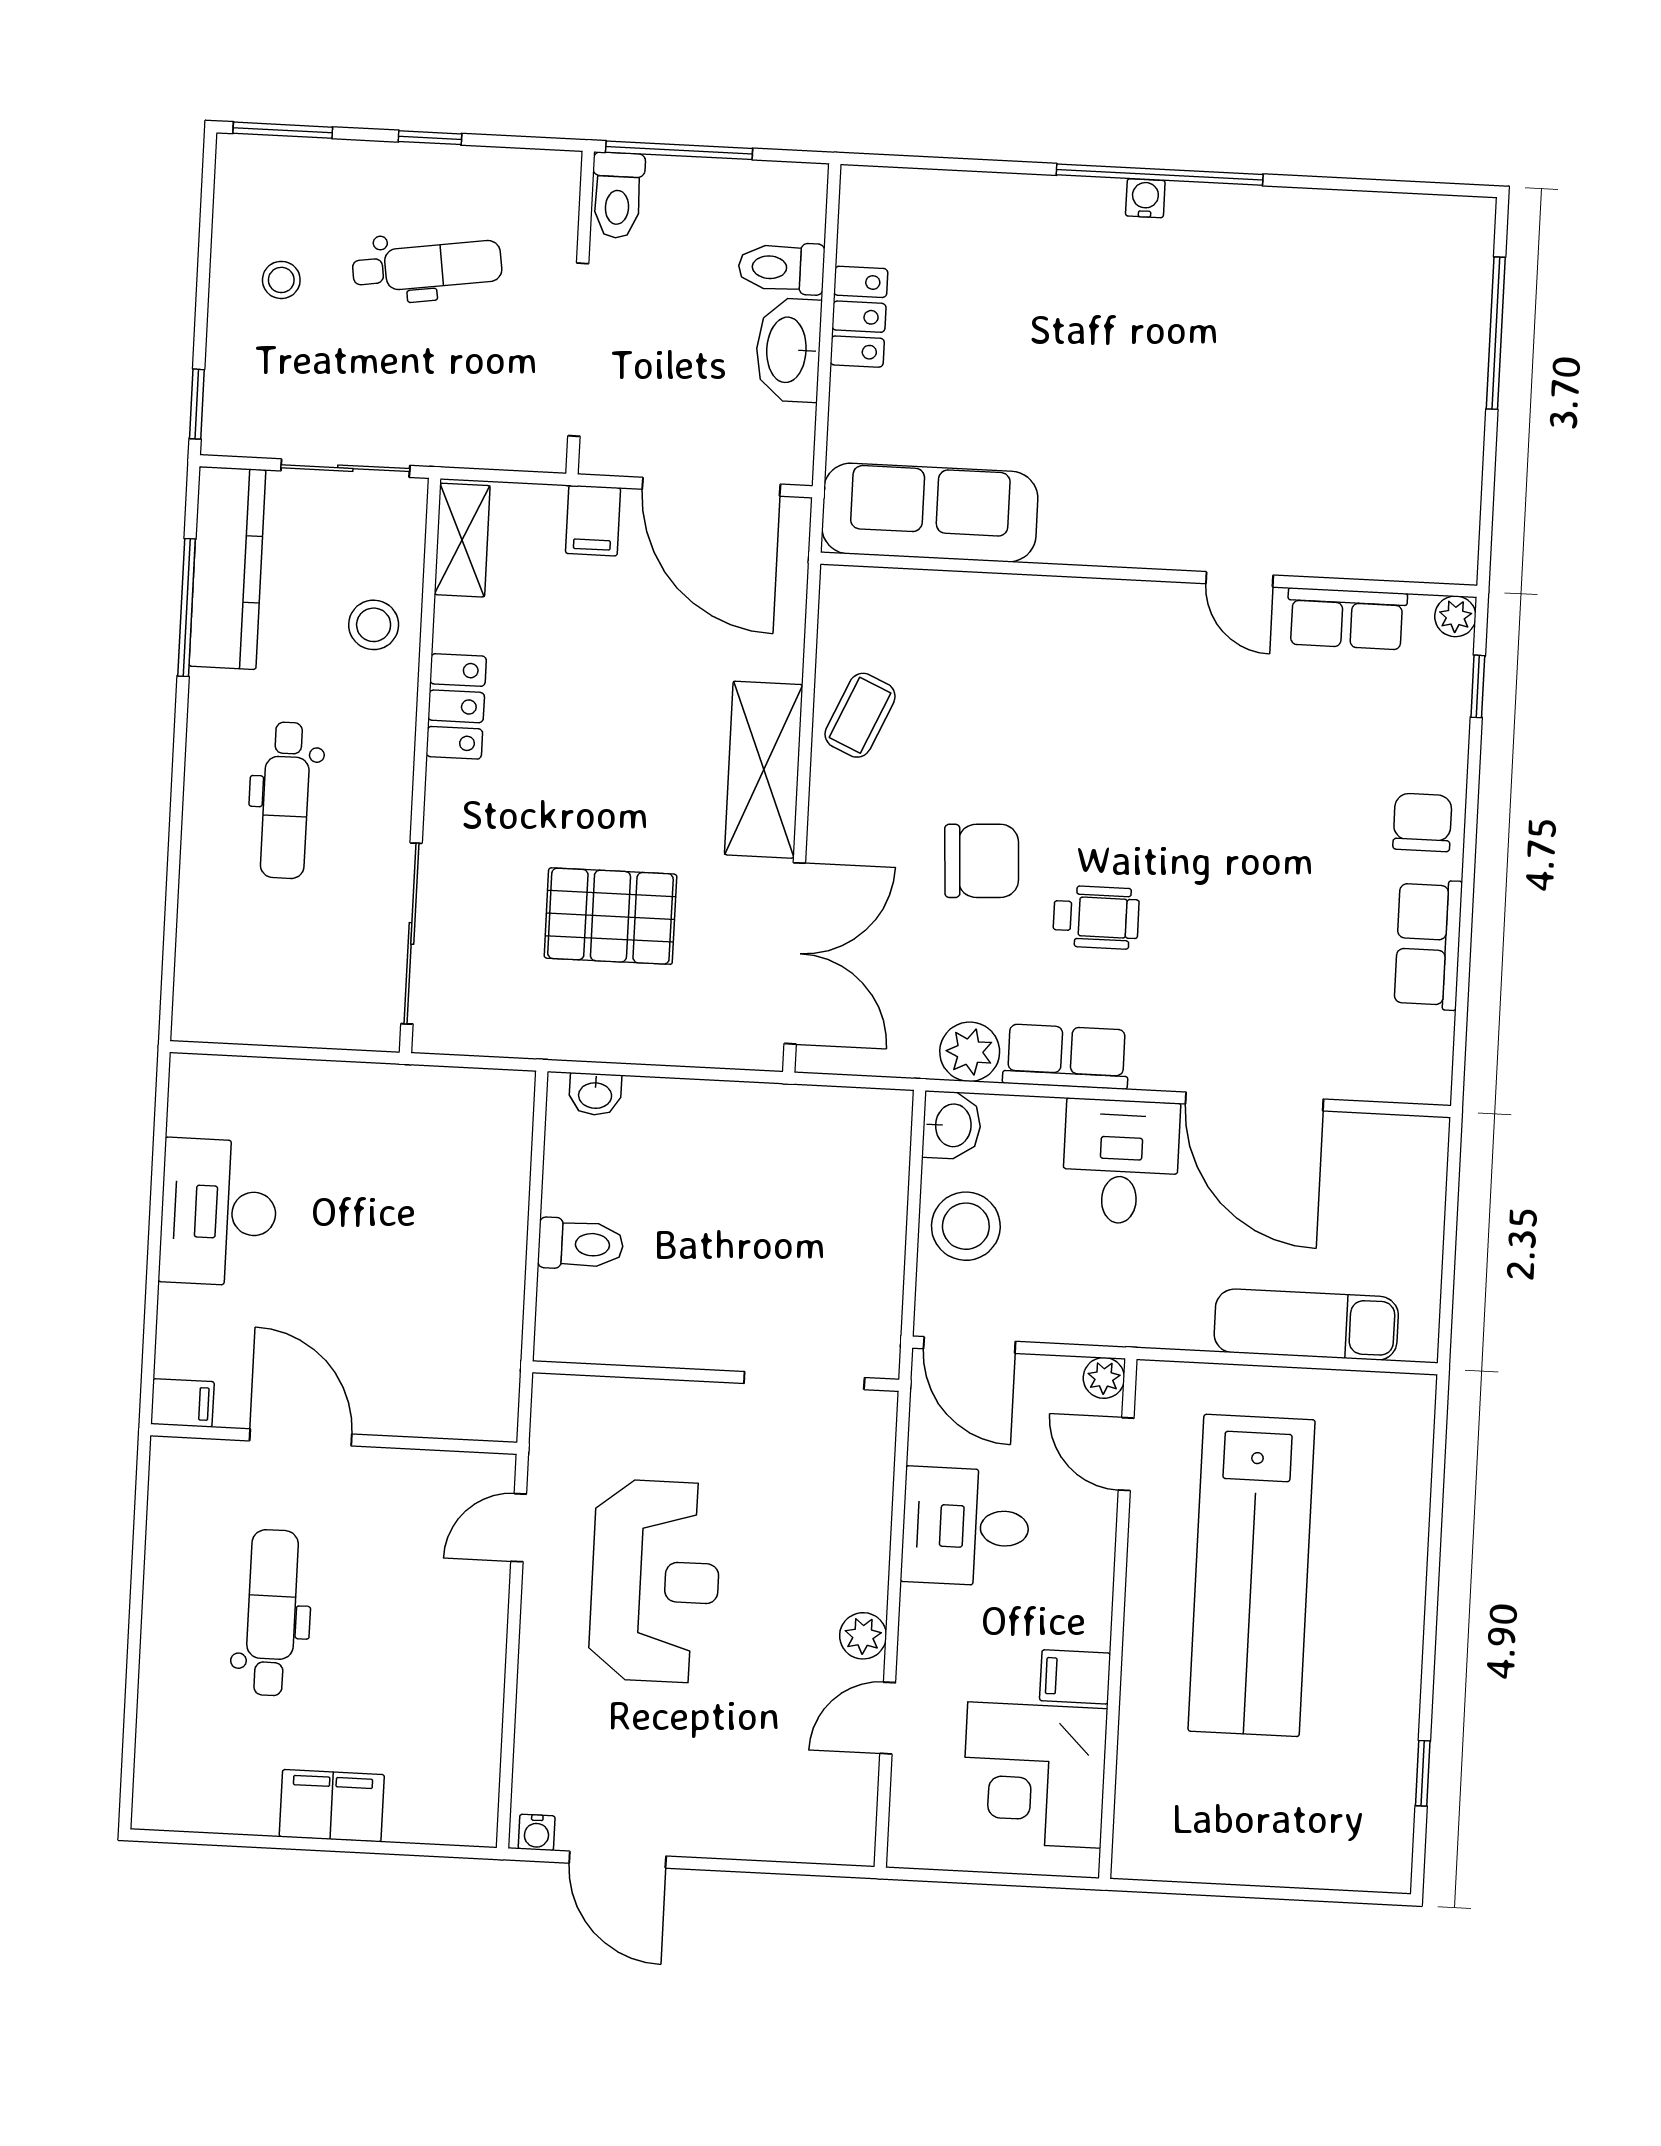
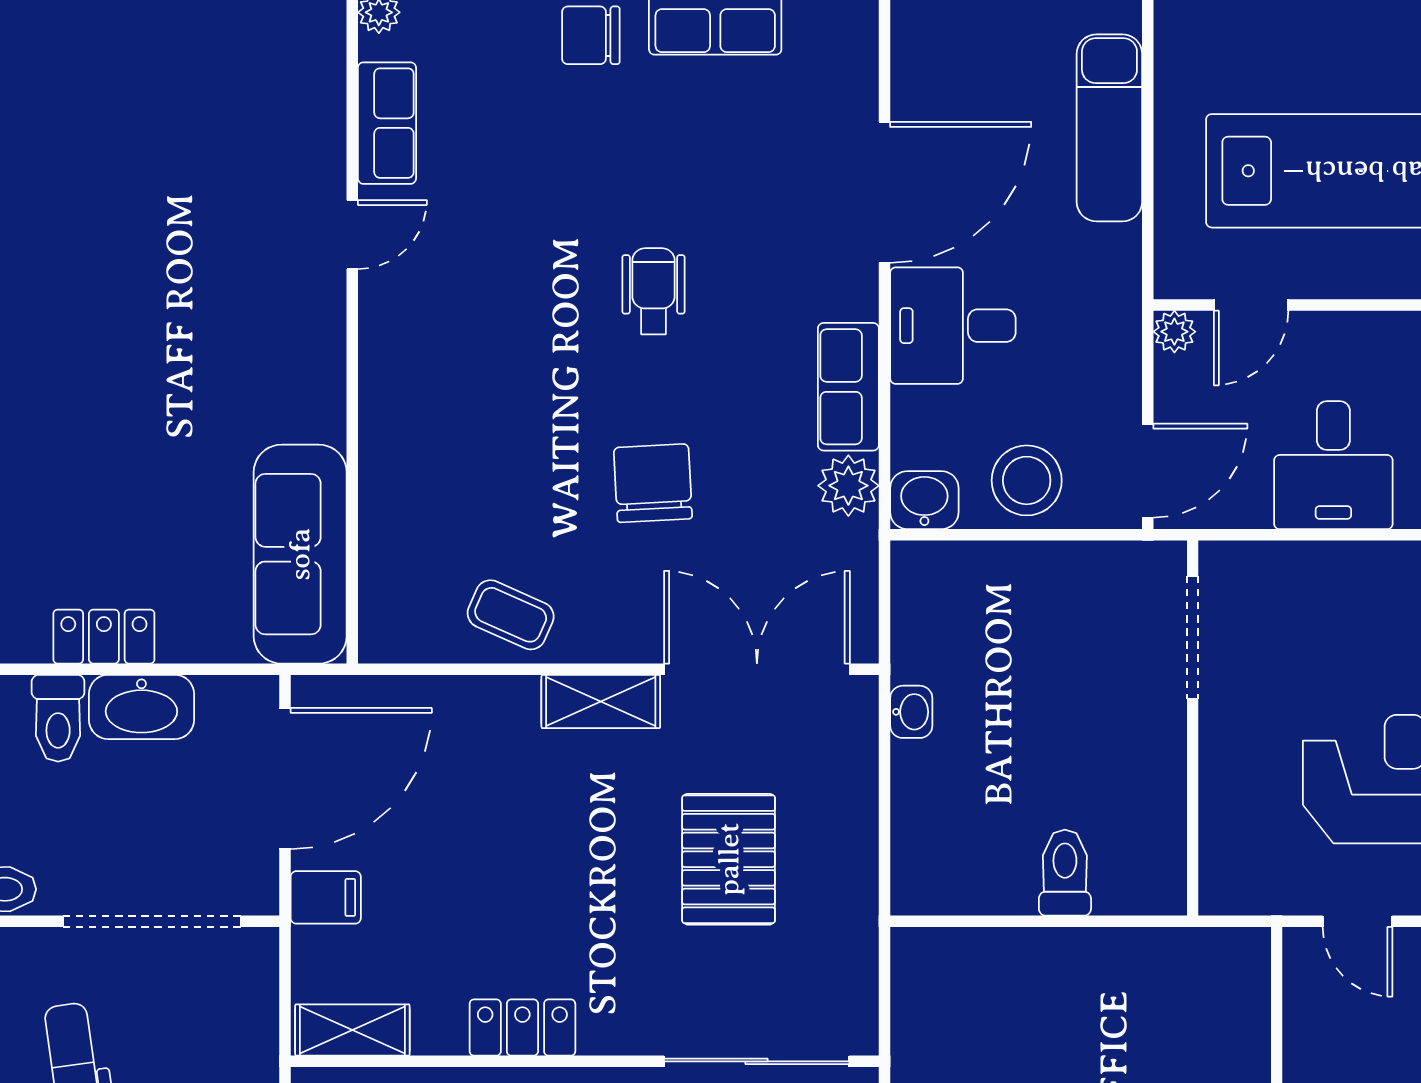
shelving: (764, 770) -> (601, 702), width x0.67, depth x0.75
wheelchair: (1096, 917) -> (653, 291), moved
washbasin: (595, 1094) -> (911, 712), moved

